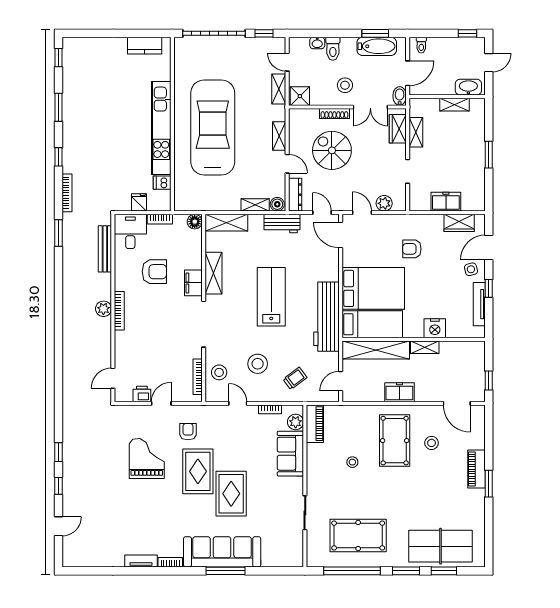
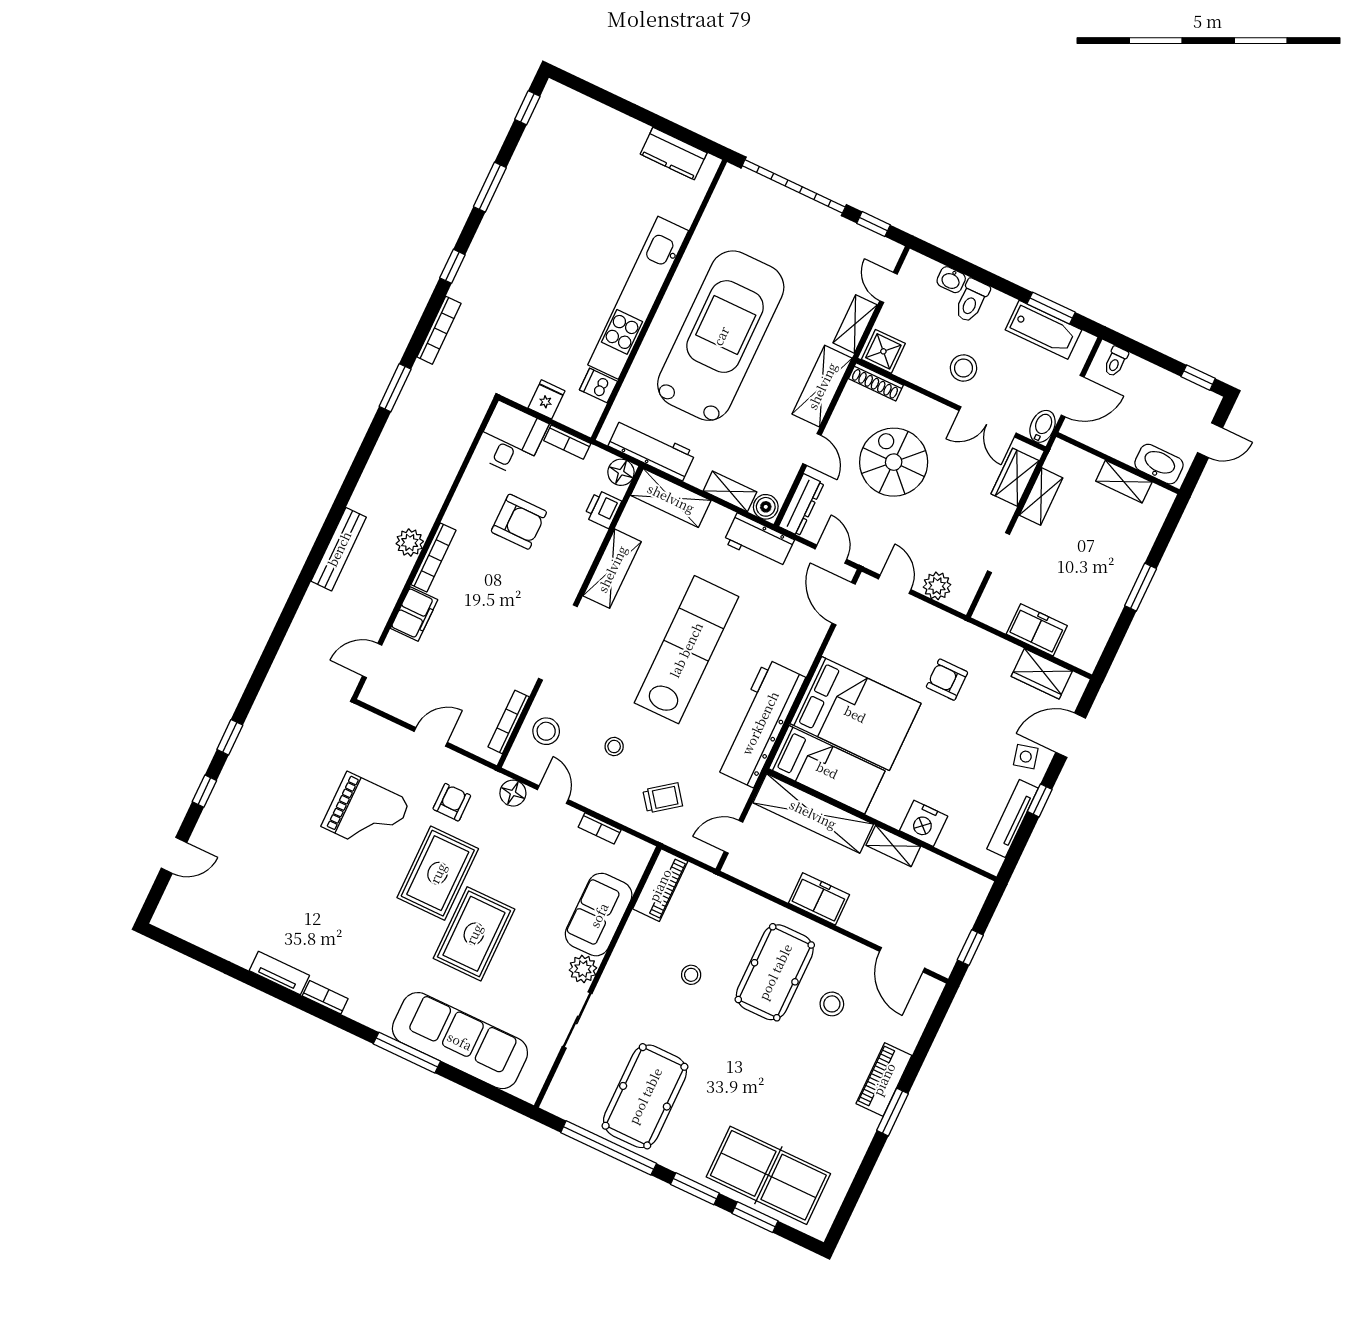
shoe rack: (334, 114) -> (876, 382), moved
shelving: (279, 136) -> (822, 386), width x1.50, depth x1.33
workbench: (205, 202) -> (652, 449), added
bench: (105, 249) -> (339, 549), moved
filing cabinet: (193, 283) -> (414, 614), moved, turned 180
lab bench: (271, 297) -> (686, 650), width x1.36
stool: (258, 364) -> (614, 747), width x0.53, depth x0.53
printer: (142, 394) -> (603, 509), moved, turned -90
floor lamp: (217, 412) -> (513, 793), added
plant: (296, 422) -> (583, 969), moved
grand piano: (147, 458) -> (366, 814), turned 90
pool table: (358, 536) -> (645, 1096), turned 90
sofa: (222, 552) -> (460, 1041), moved

